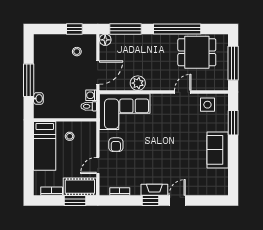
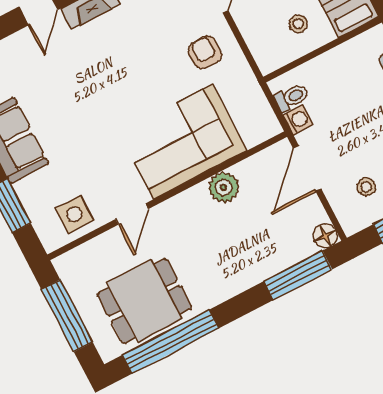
window: (177, 29) -> (171, 342), moved
corner sofa: (125, 112) -> (183, 142), moved

